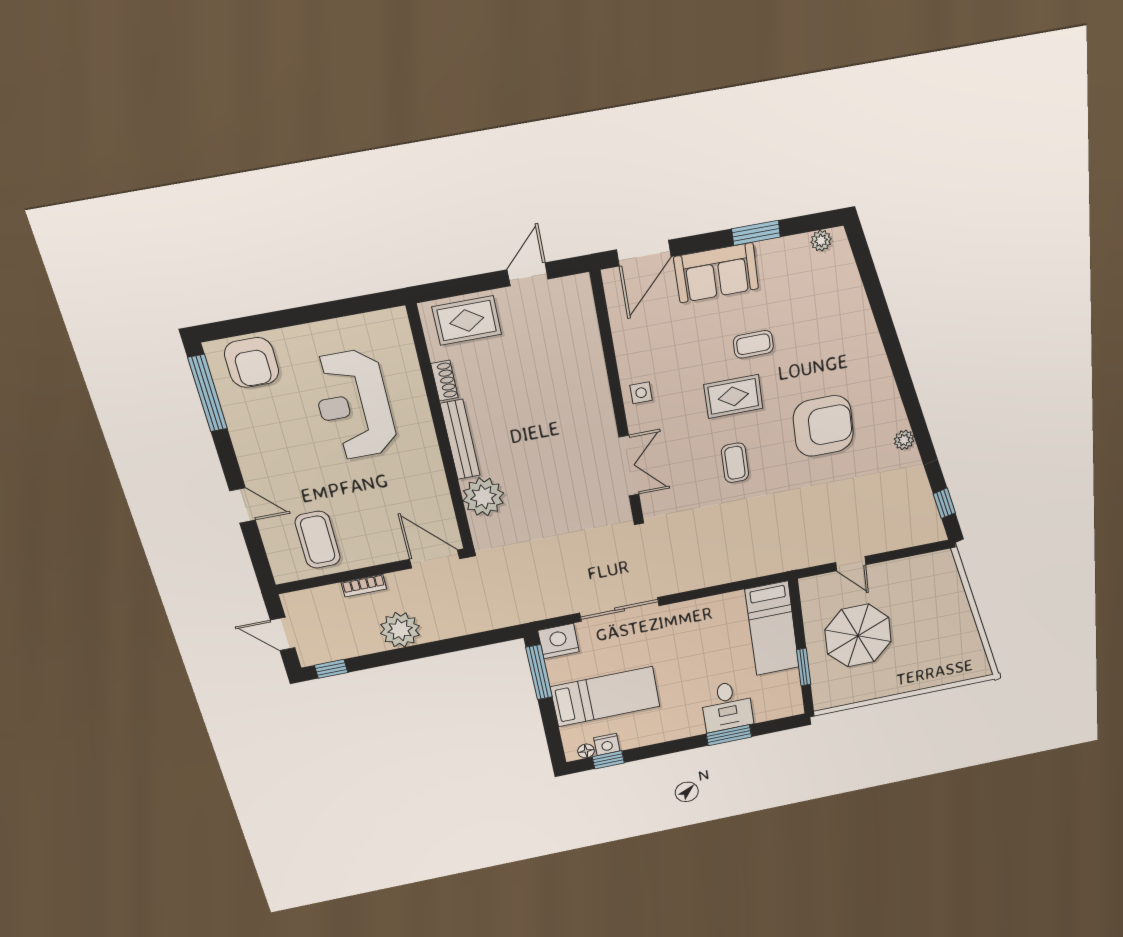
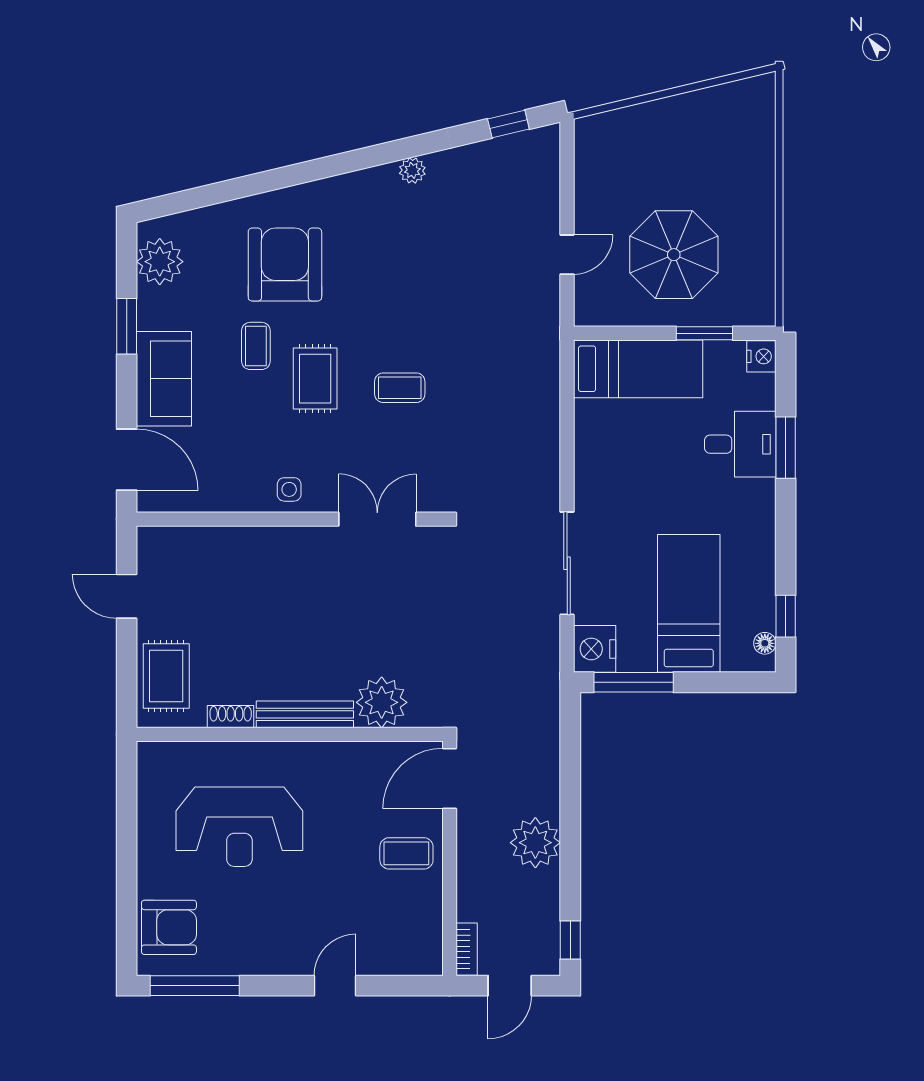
plant: (821, 241) -> (160, 262), width x1.88, depth x1.88
armchair: (823, 426) -> (285, 265), moved
coffee table: (318, 540) -> (406, 853), moved, width x0.73, depth x0.77
bookcase: (364, 586) -> (467, 949), moved
nightstand: (607, 744) -> (761, 356), moved

